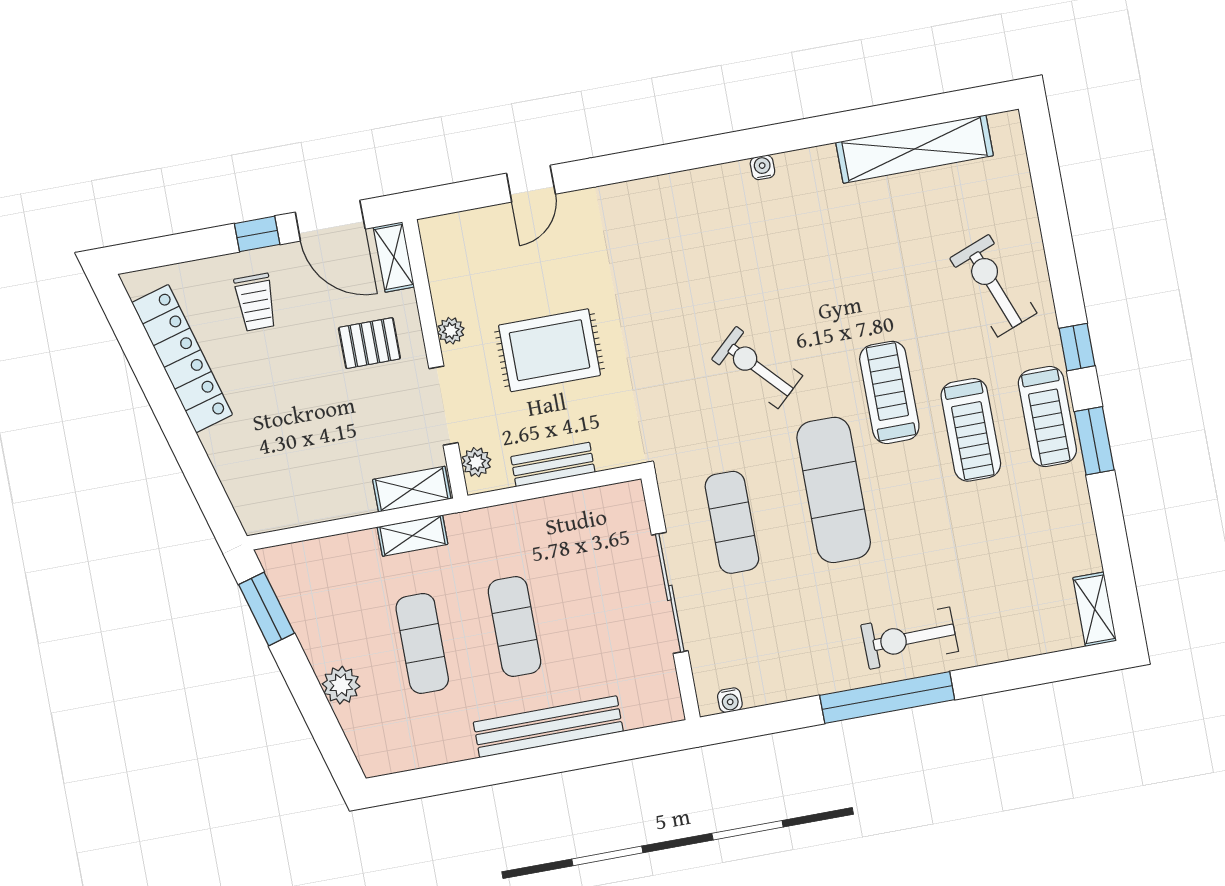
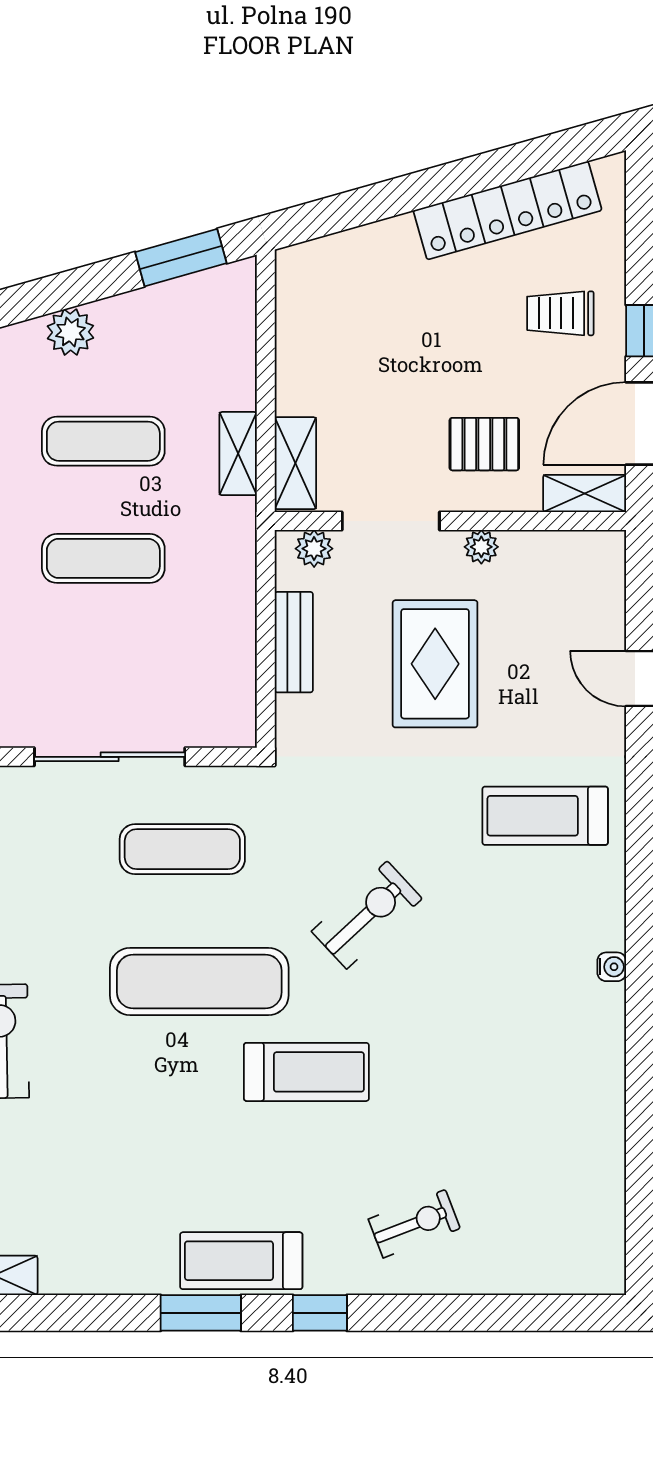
shelving: (915, 149) -> (600, 1158), removed
exercise bike: (993, 286) -> (414, 1224), width x0.73, depth x0.72
pallet: (369, 343) -> (484, 444), turned 90
treadmill: (971, 430) -> (545, 816), moved

